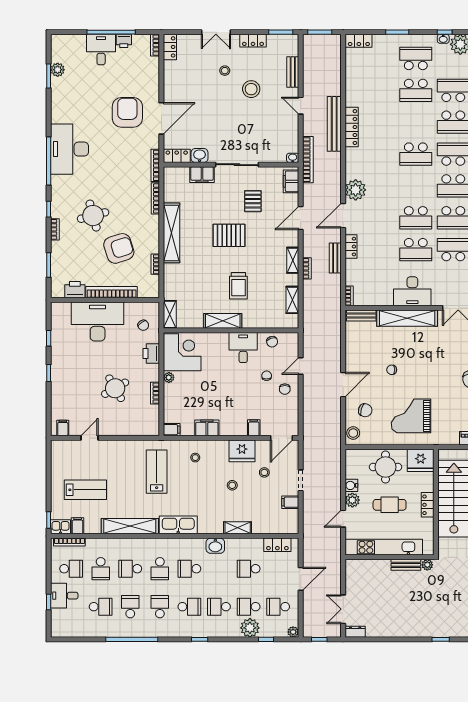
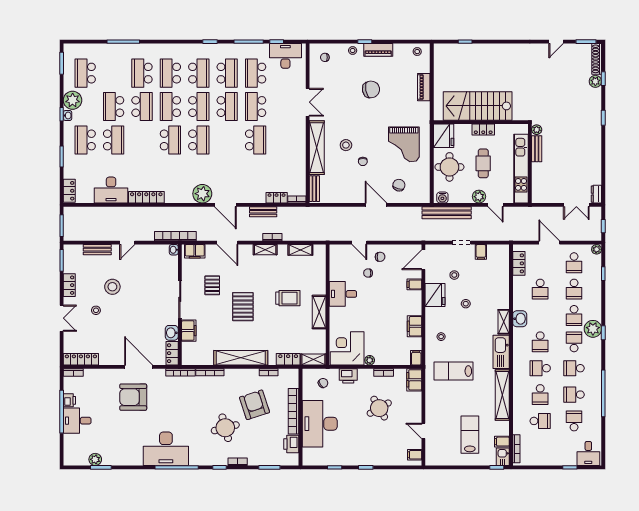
locker: (170, 47) -> (81, 359), width x1.53
bench: (334, 124) -> (447, 213), moved
pallet: (253, 201) -> (212, 285), turned 90
school desk: (416, 218) -> (199, 140), moved
locker: (351, 247) -> (277, 198), moved
locker: (170, 286) -> (288, 359), added
desk: (412, 291) -> (111, 190), moved, turned 90
chair: (272, 342) -> (338, 268), removed
filing cabinet: (147, 427) -> (414, 380), added
stool: (353, 433) -> (346, 145), moved
door: (281, 438) -> (423, 260), swing flipped
water cooler: (351, 485) -> (442, 197), moved
shelving: (238, 528) -> (504, 322), moved
school desk: (71, 569) -> (540, 447), removed
school desk: (160, 569) -> (540, 368), turned 180
desk: (64, 596) -> (588, 453), moved
plant: (250, 628) -> (593, 329), moved

